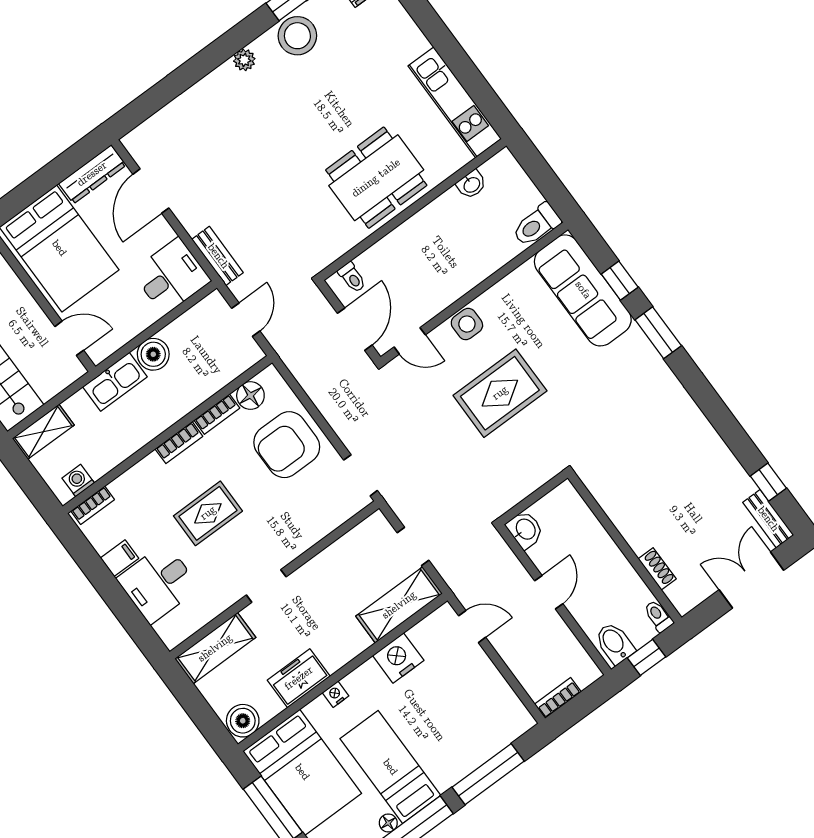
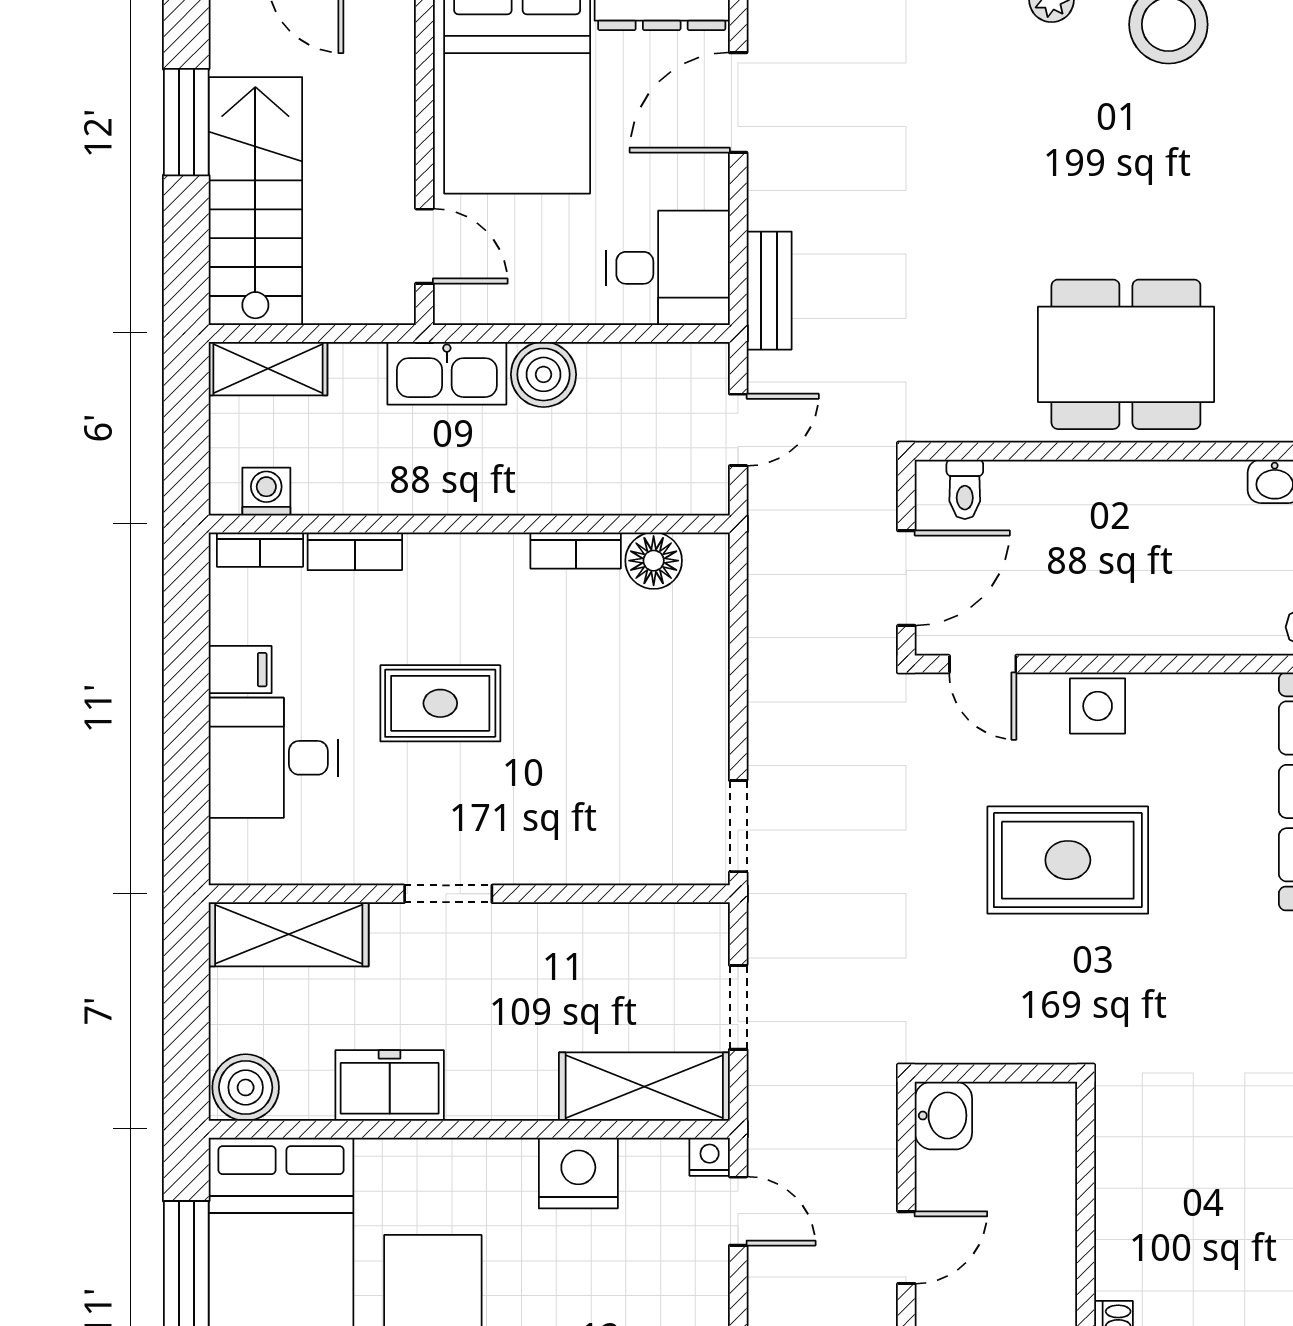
bookcase: (179, 443) -> (355, 551), moved
armchair: (287, 445) -> (654, 686), removed
nightstand: (336, 694) -> (710, 1157), moved

